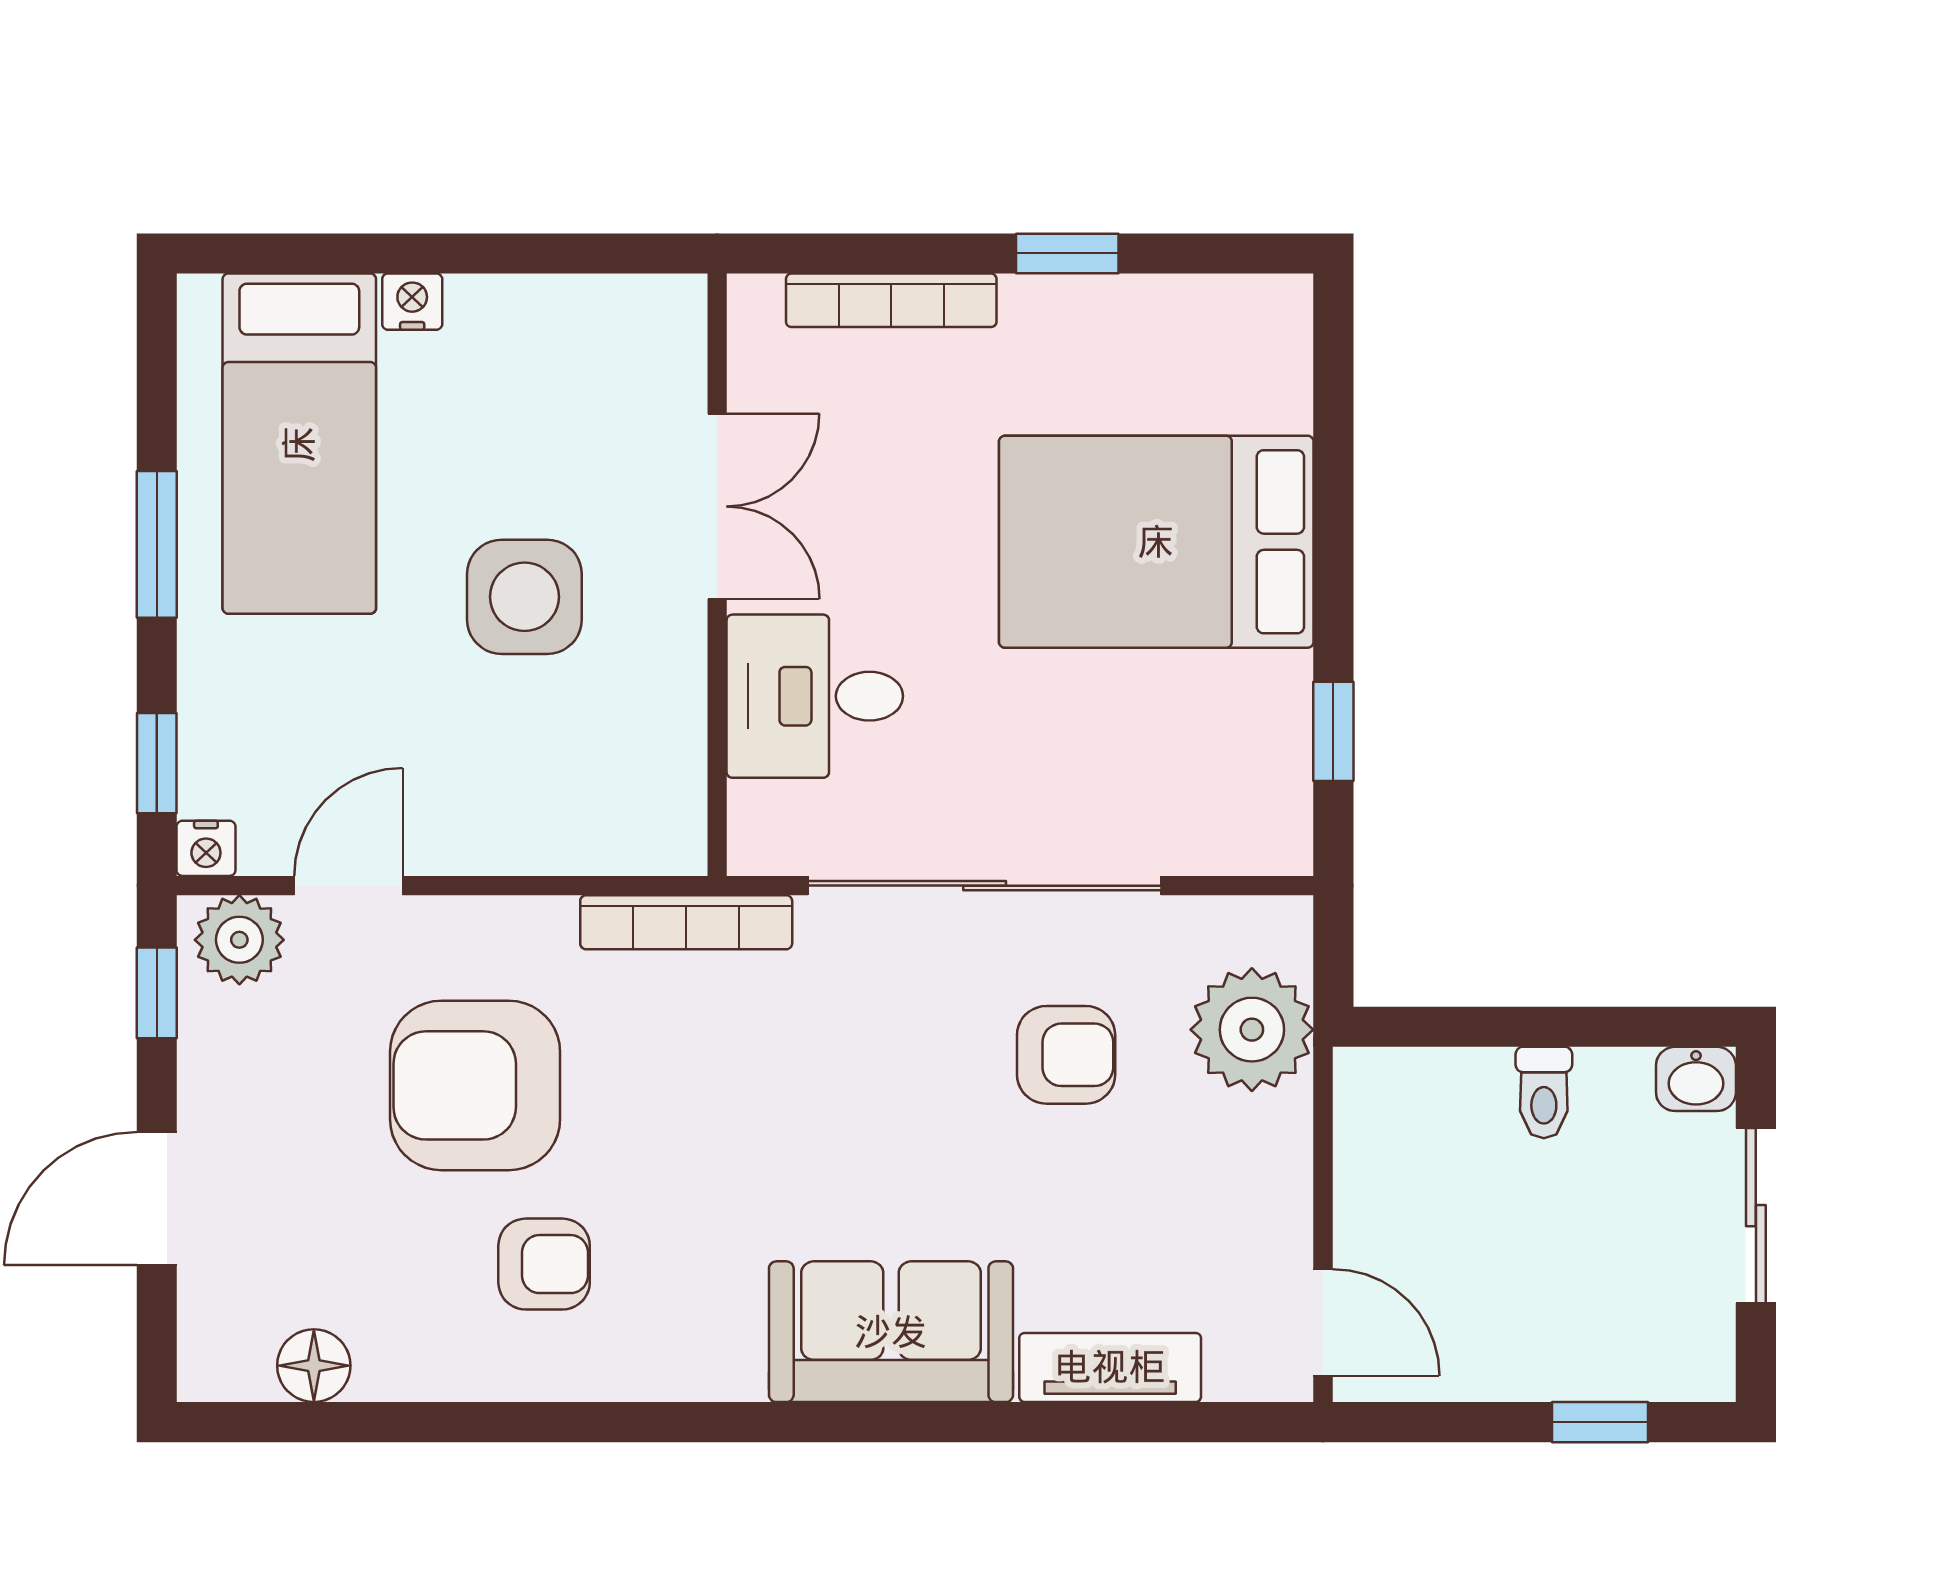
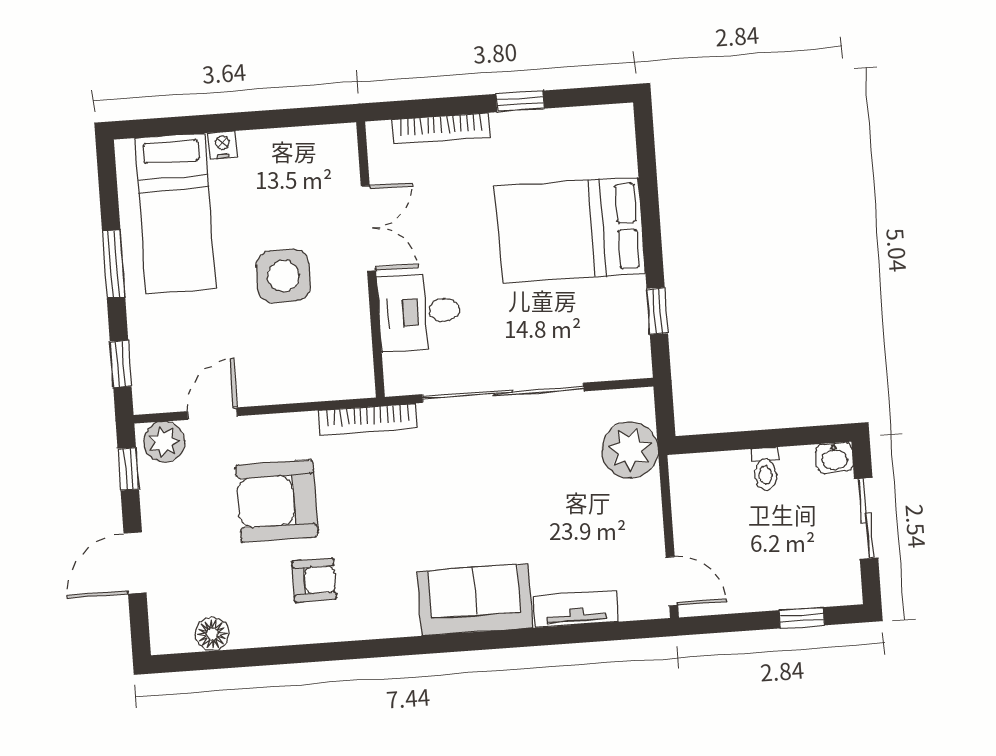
nightstand: (206, 848) -> (146, 401), removed
armchair: (1066, 1055) -> (546, 467), removed

